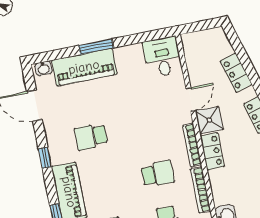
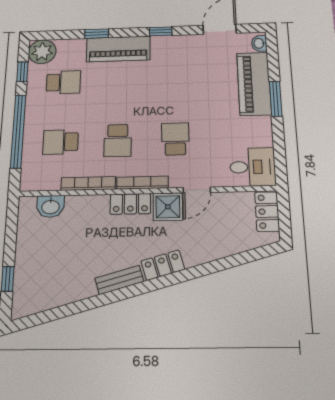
locker: (236, 73) -> (267, 212), moved, turned -74
door: (191, 99) -> (197, 190), hinge flipped
school desk: (91, 137) -> (175, 139), moved

